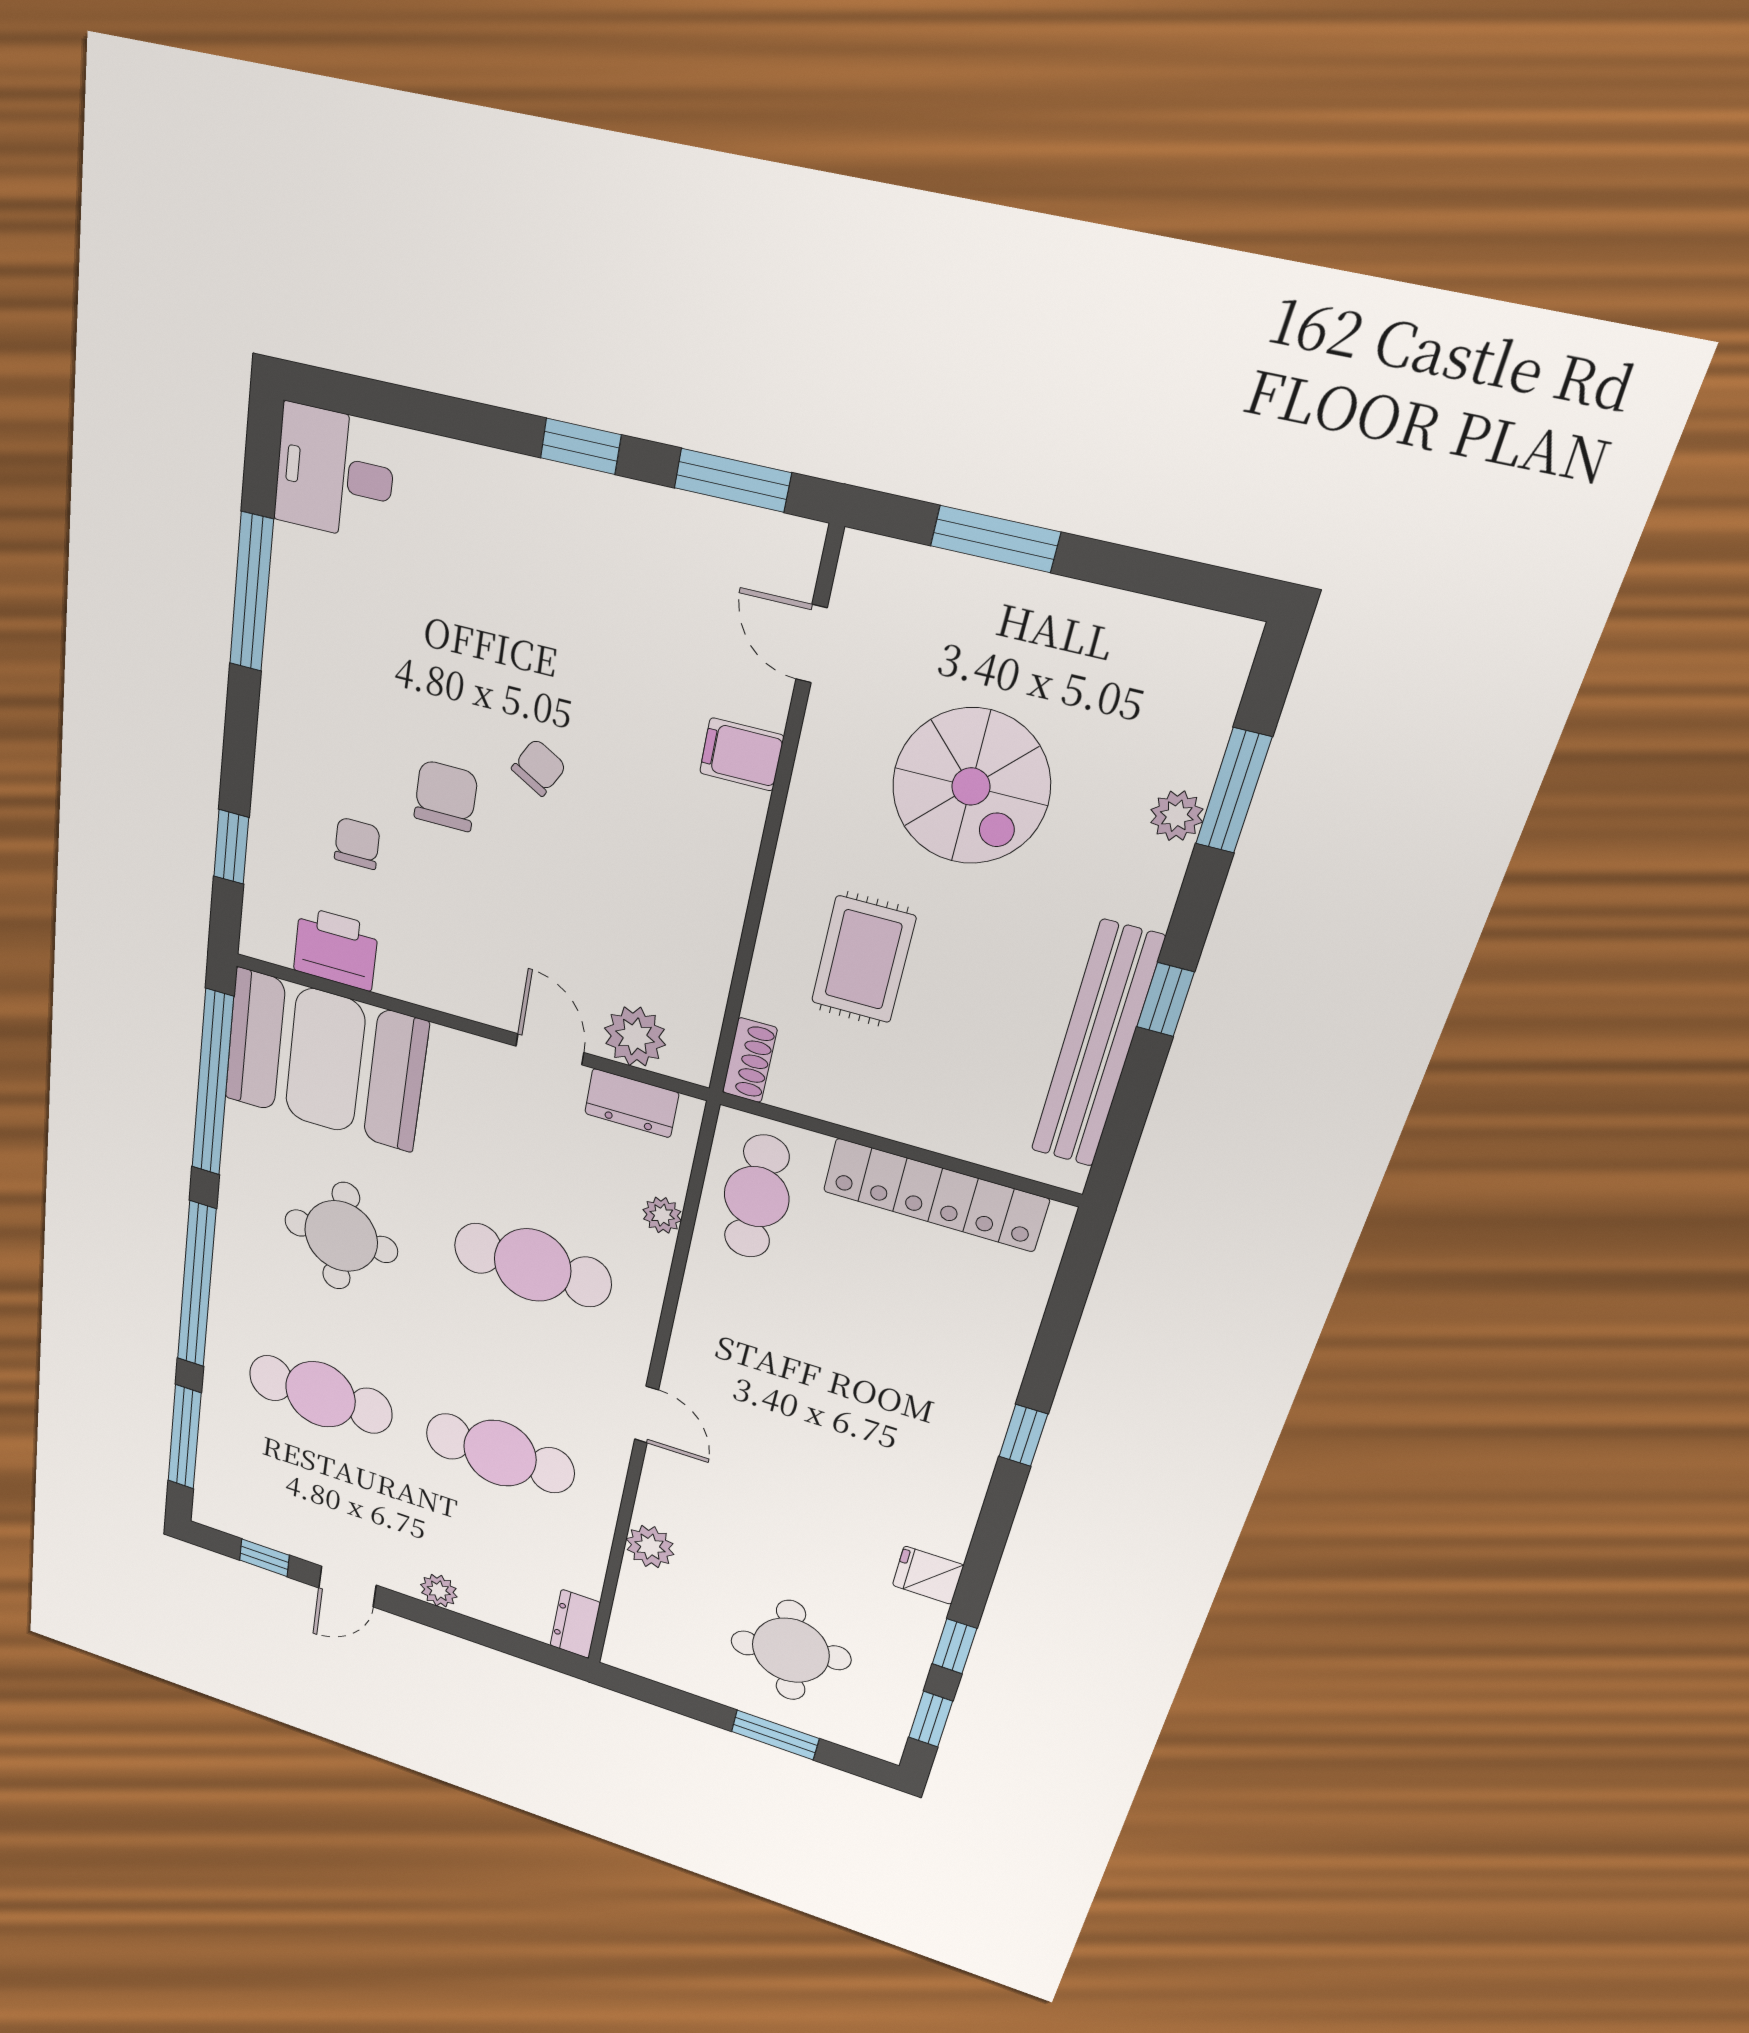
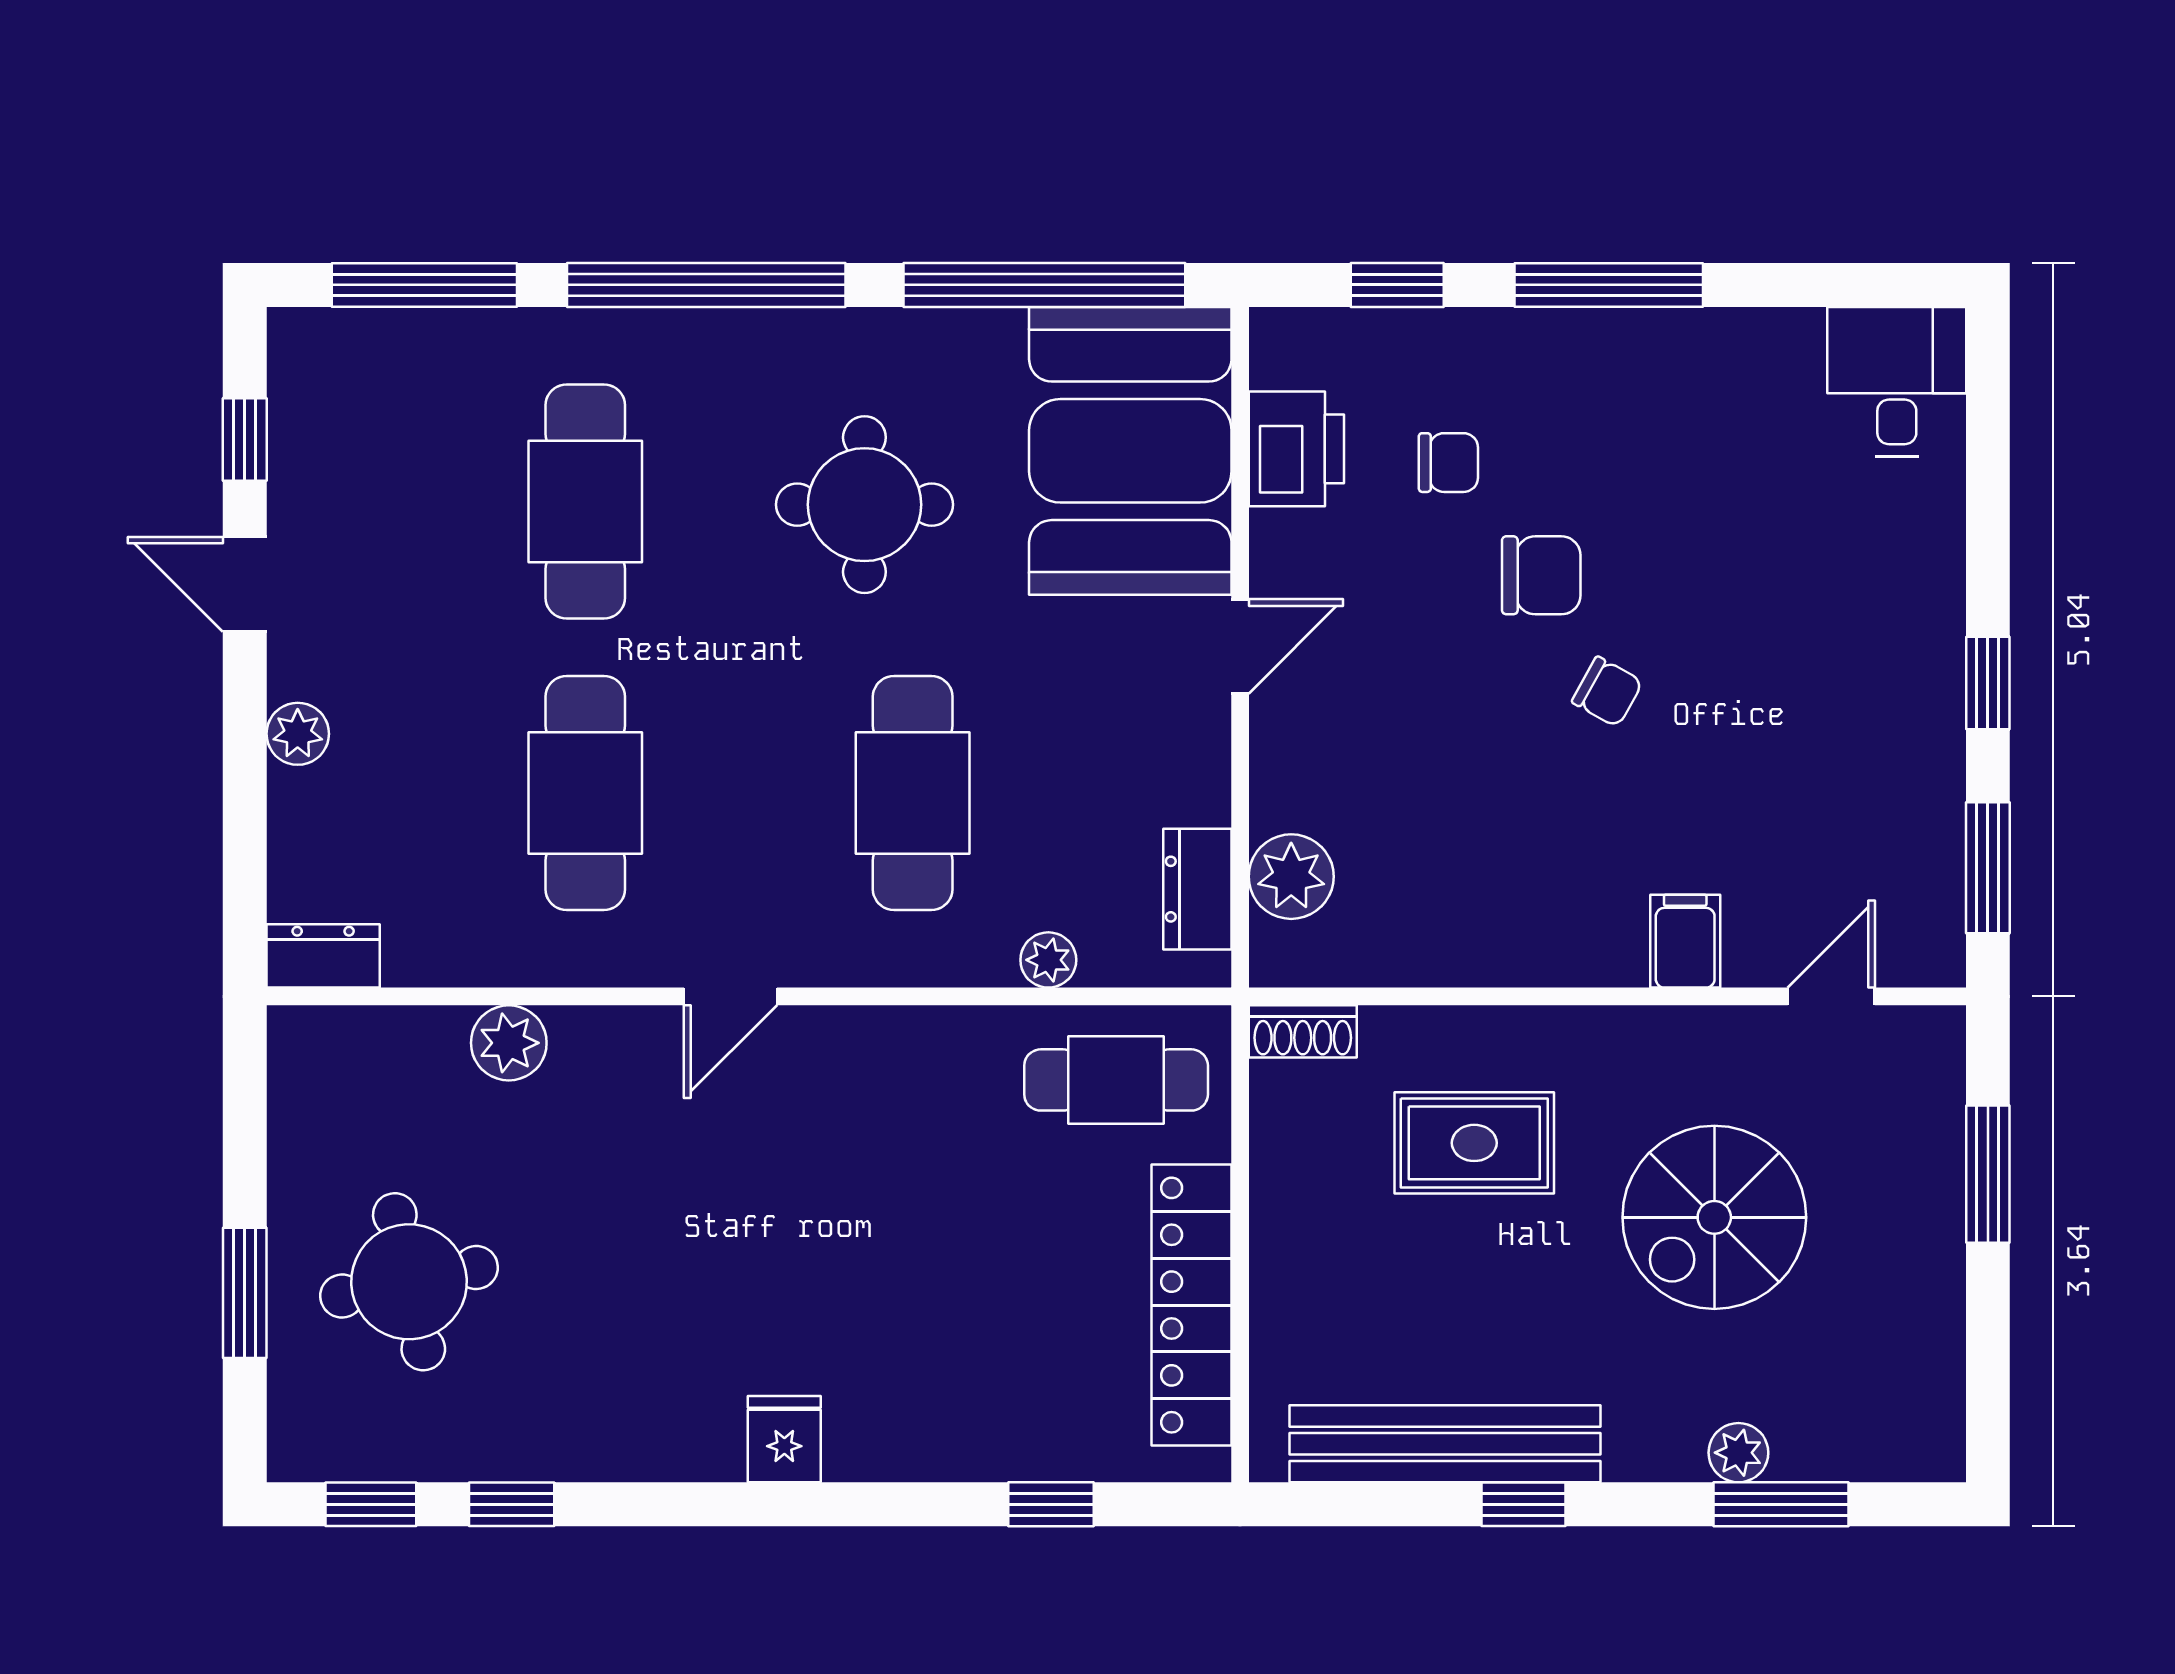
window: (251, 592) -> (1609, 285), moved
door: (550, 1049) -> (1240, 646), moved
window: (1023, 1435) -> (1051, 1504), moved
fridge: (928, 1575) -> (784, 1439), moved

